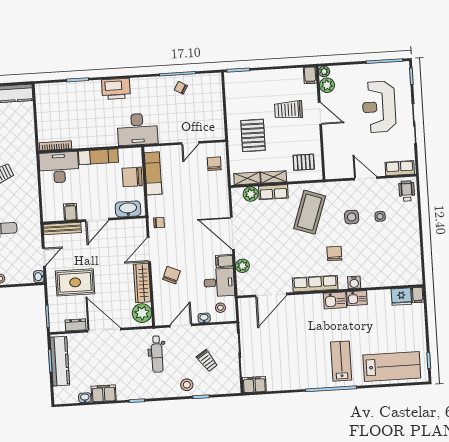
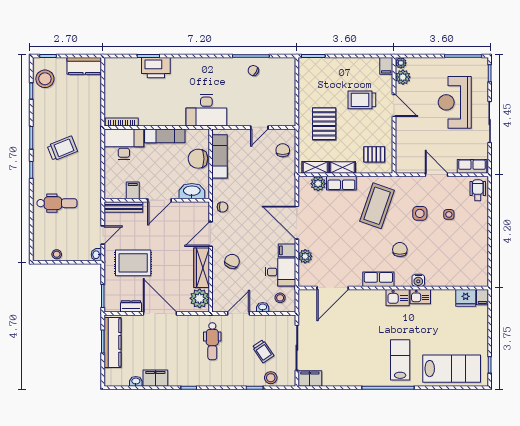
printer: (116, 89) -> (156, 68), moved
row of seats: (315, 284) -> (378, 279), width x0.68
stool: (187, 385) -> (271, 378), moved

